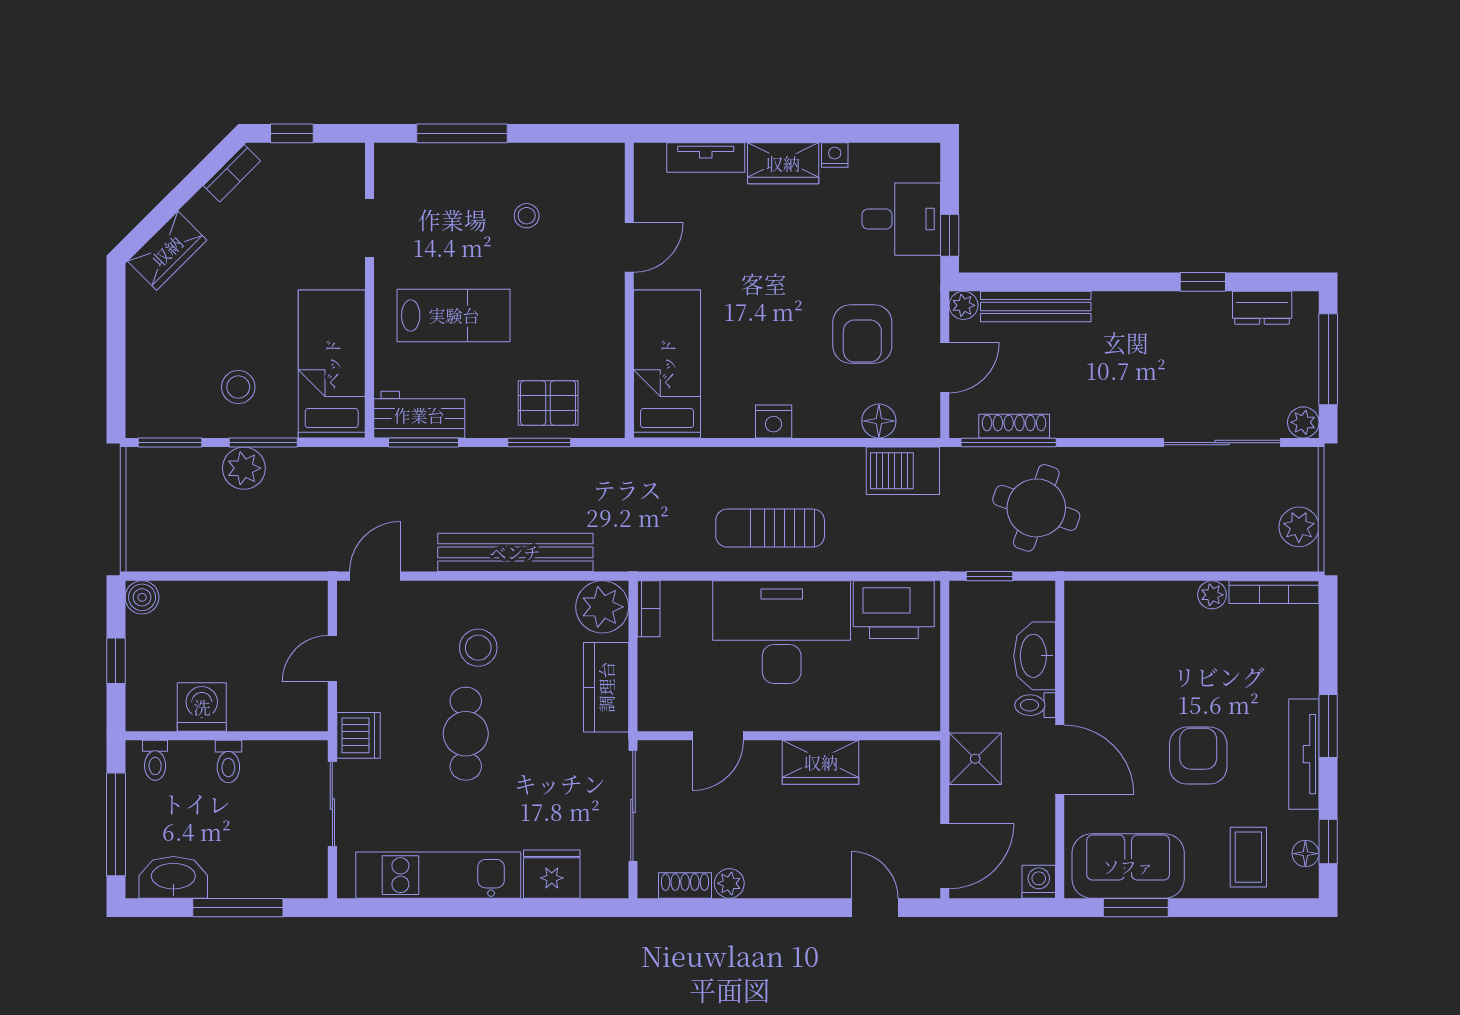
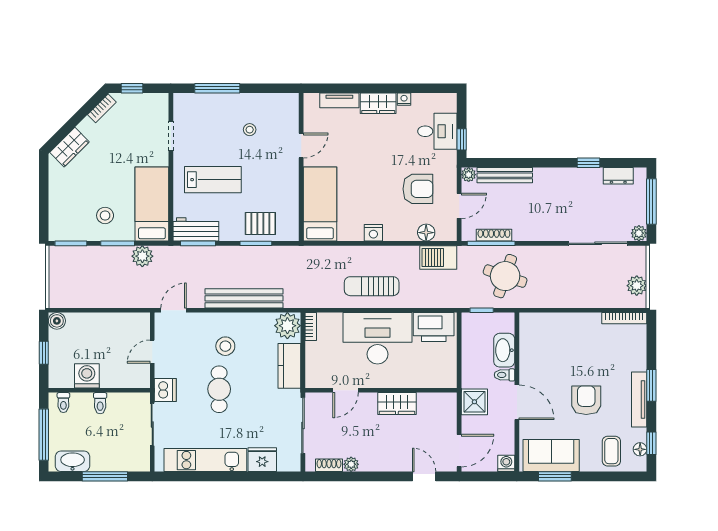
armchair: (862, 334) -> (418, 189), turned -90
plant: (244, 468) -> (142, 256), moved
plant: (1212, 595) -> (593, 320), removed

